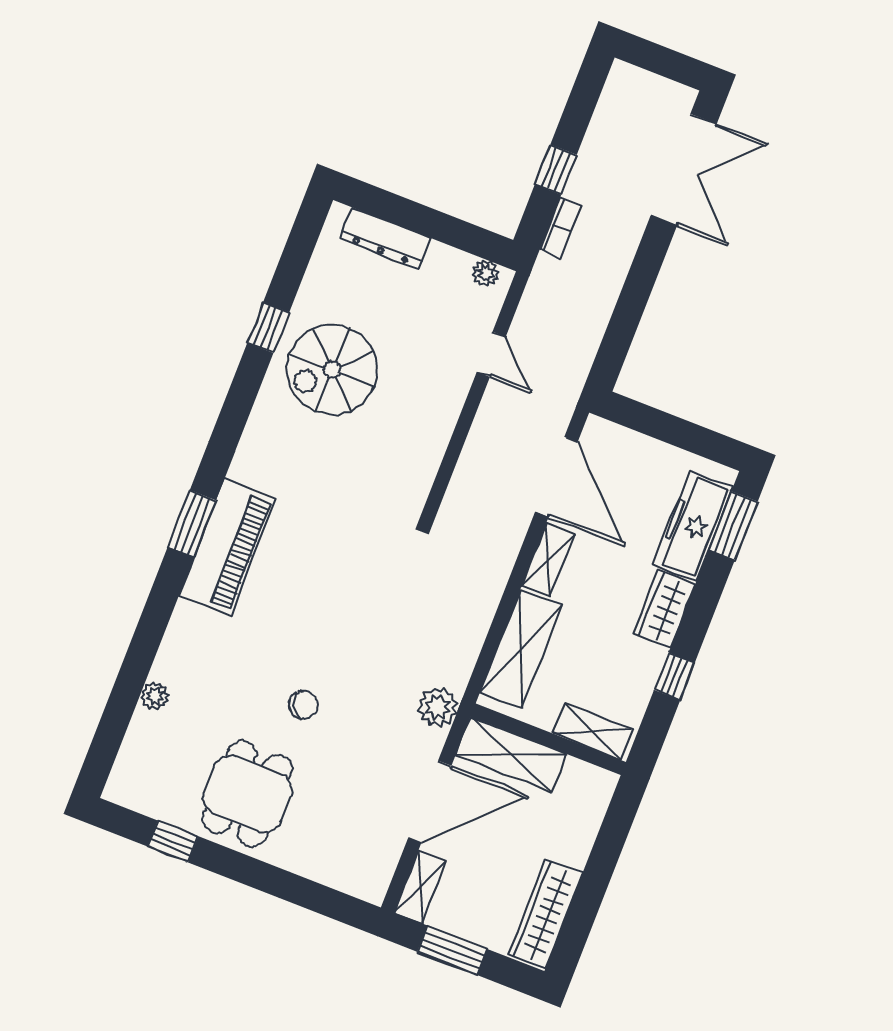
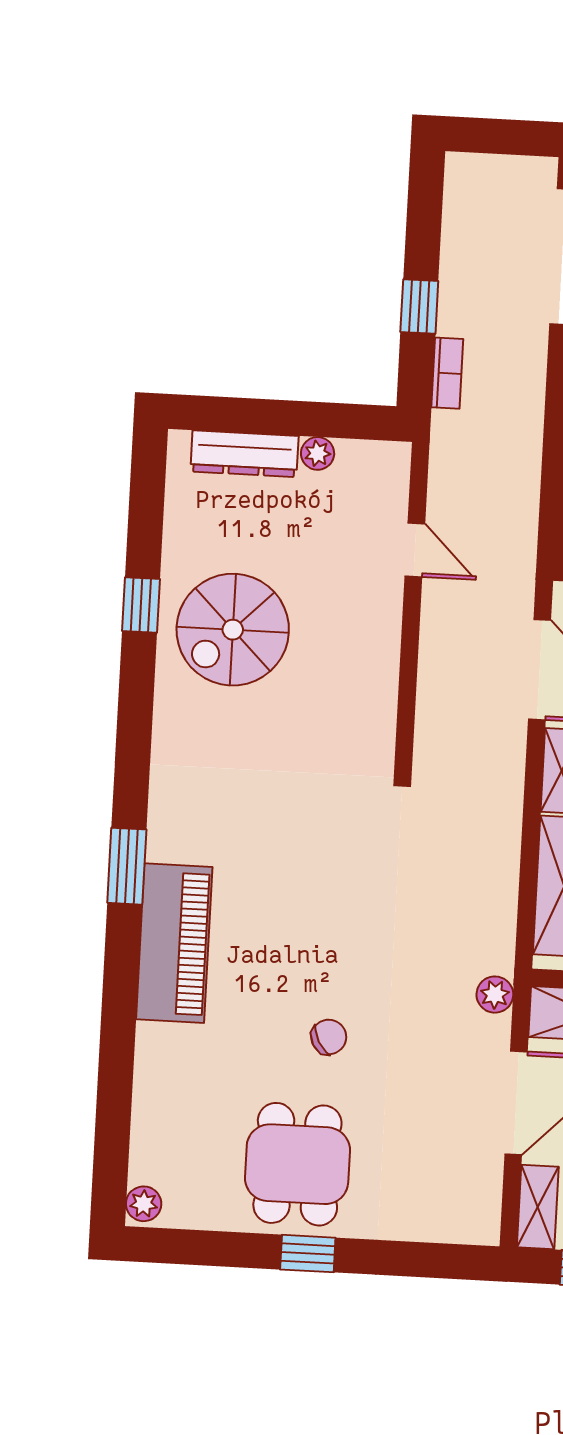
plant: (485, 273) -> (318, 453), moved
piano: (227, 547) -> (174, 943), moved
plant: (155, 696) -> (144, 1204), moved
plant: (438, 707) -> (495, 995), width x0.73, depth x0.73
window: (173, 841) -> (308, 1254), moved

